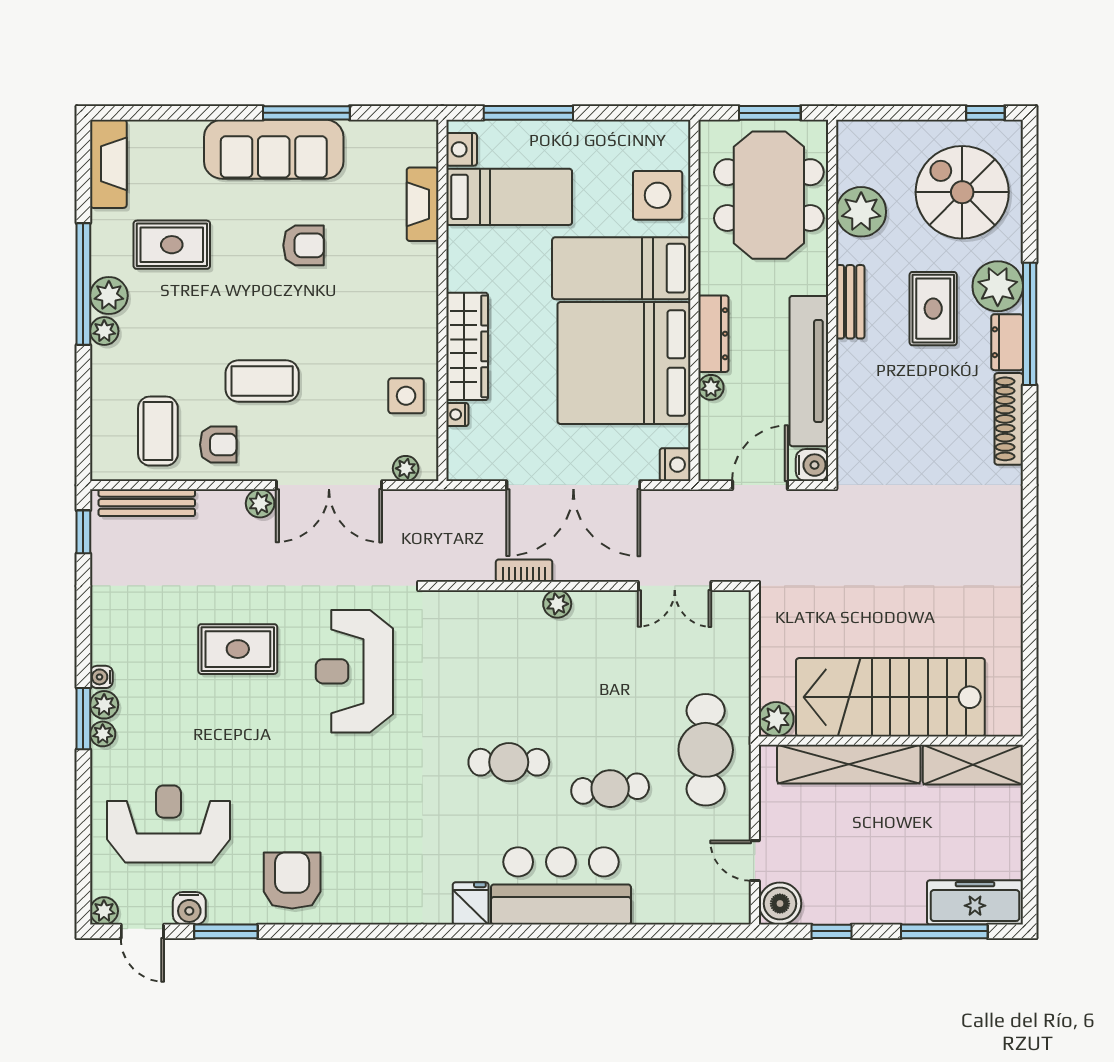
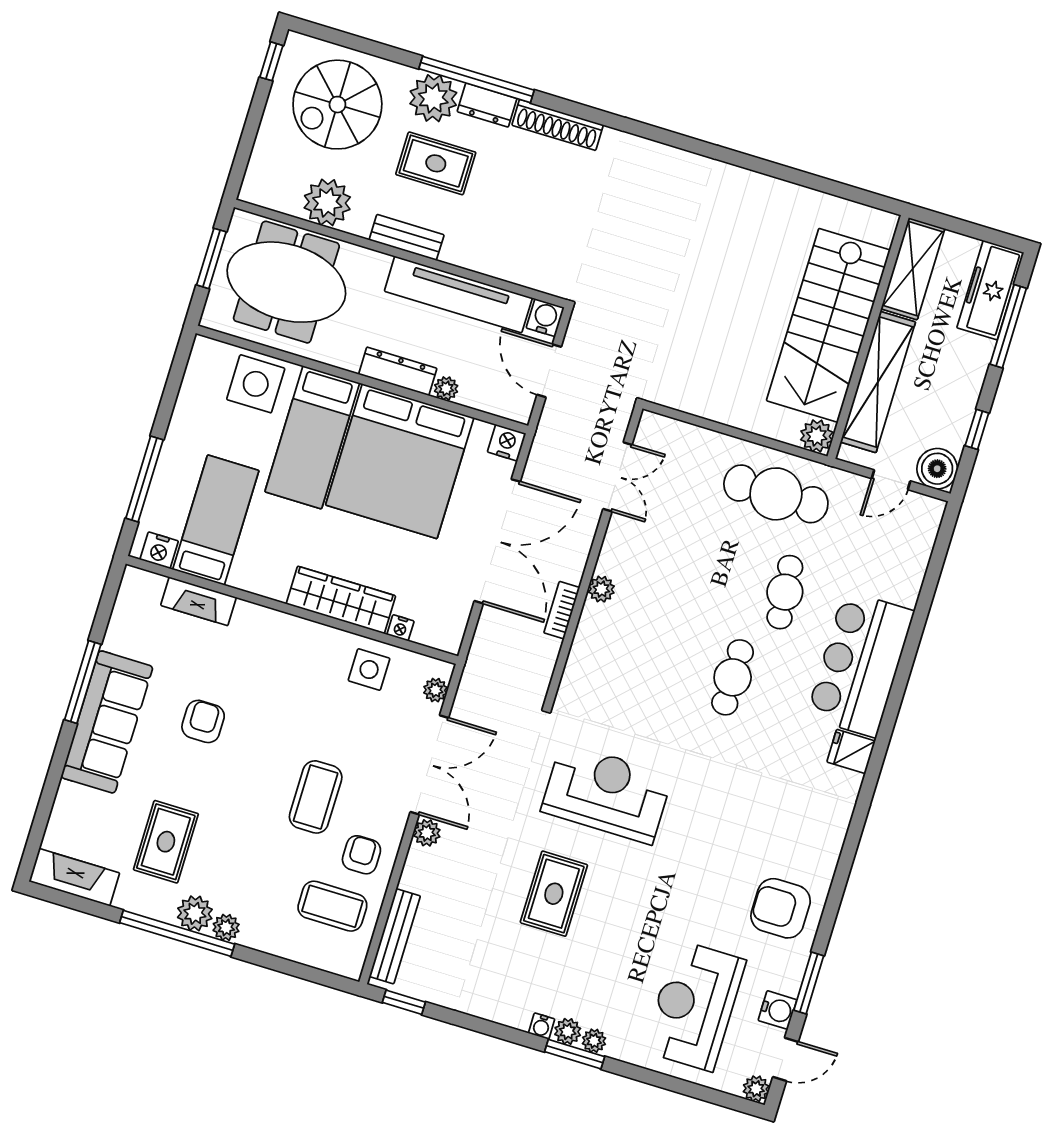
reception desk: (354, 671) -> (607, 793), turned 180
stairs: (890, 697) -> (828, 325), moved
plant: (776, 719) -> (817, 436), moved
wall: (891, 741) -> (868, 337), moved
shelving: (849, 764) -> (878, 382), moved
shelving: (973, 765) -> (913, 269), moved

